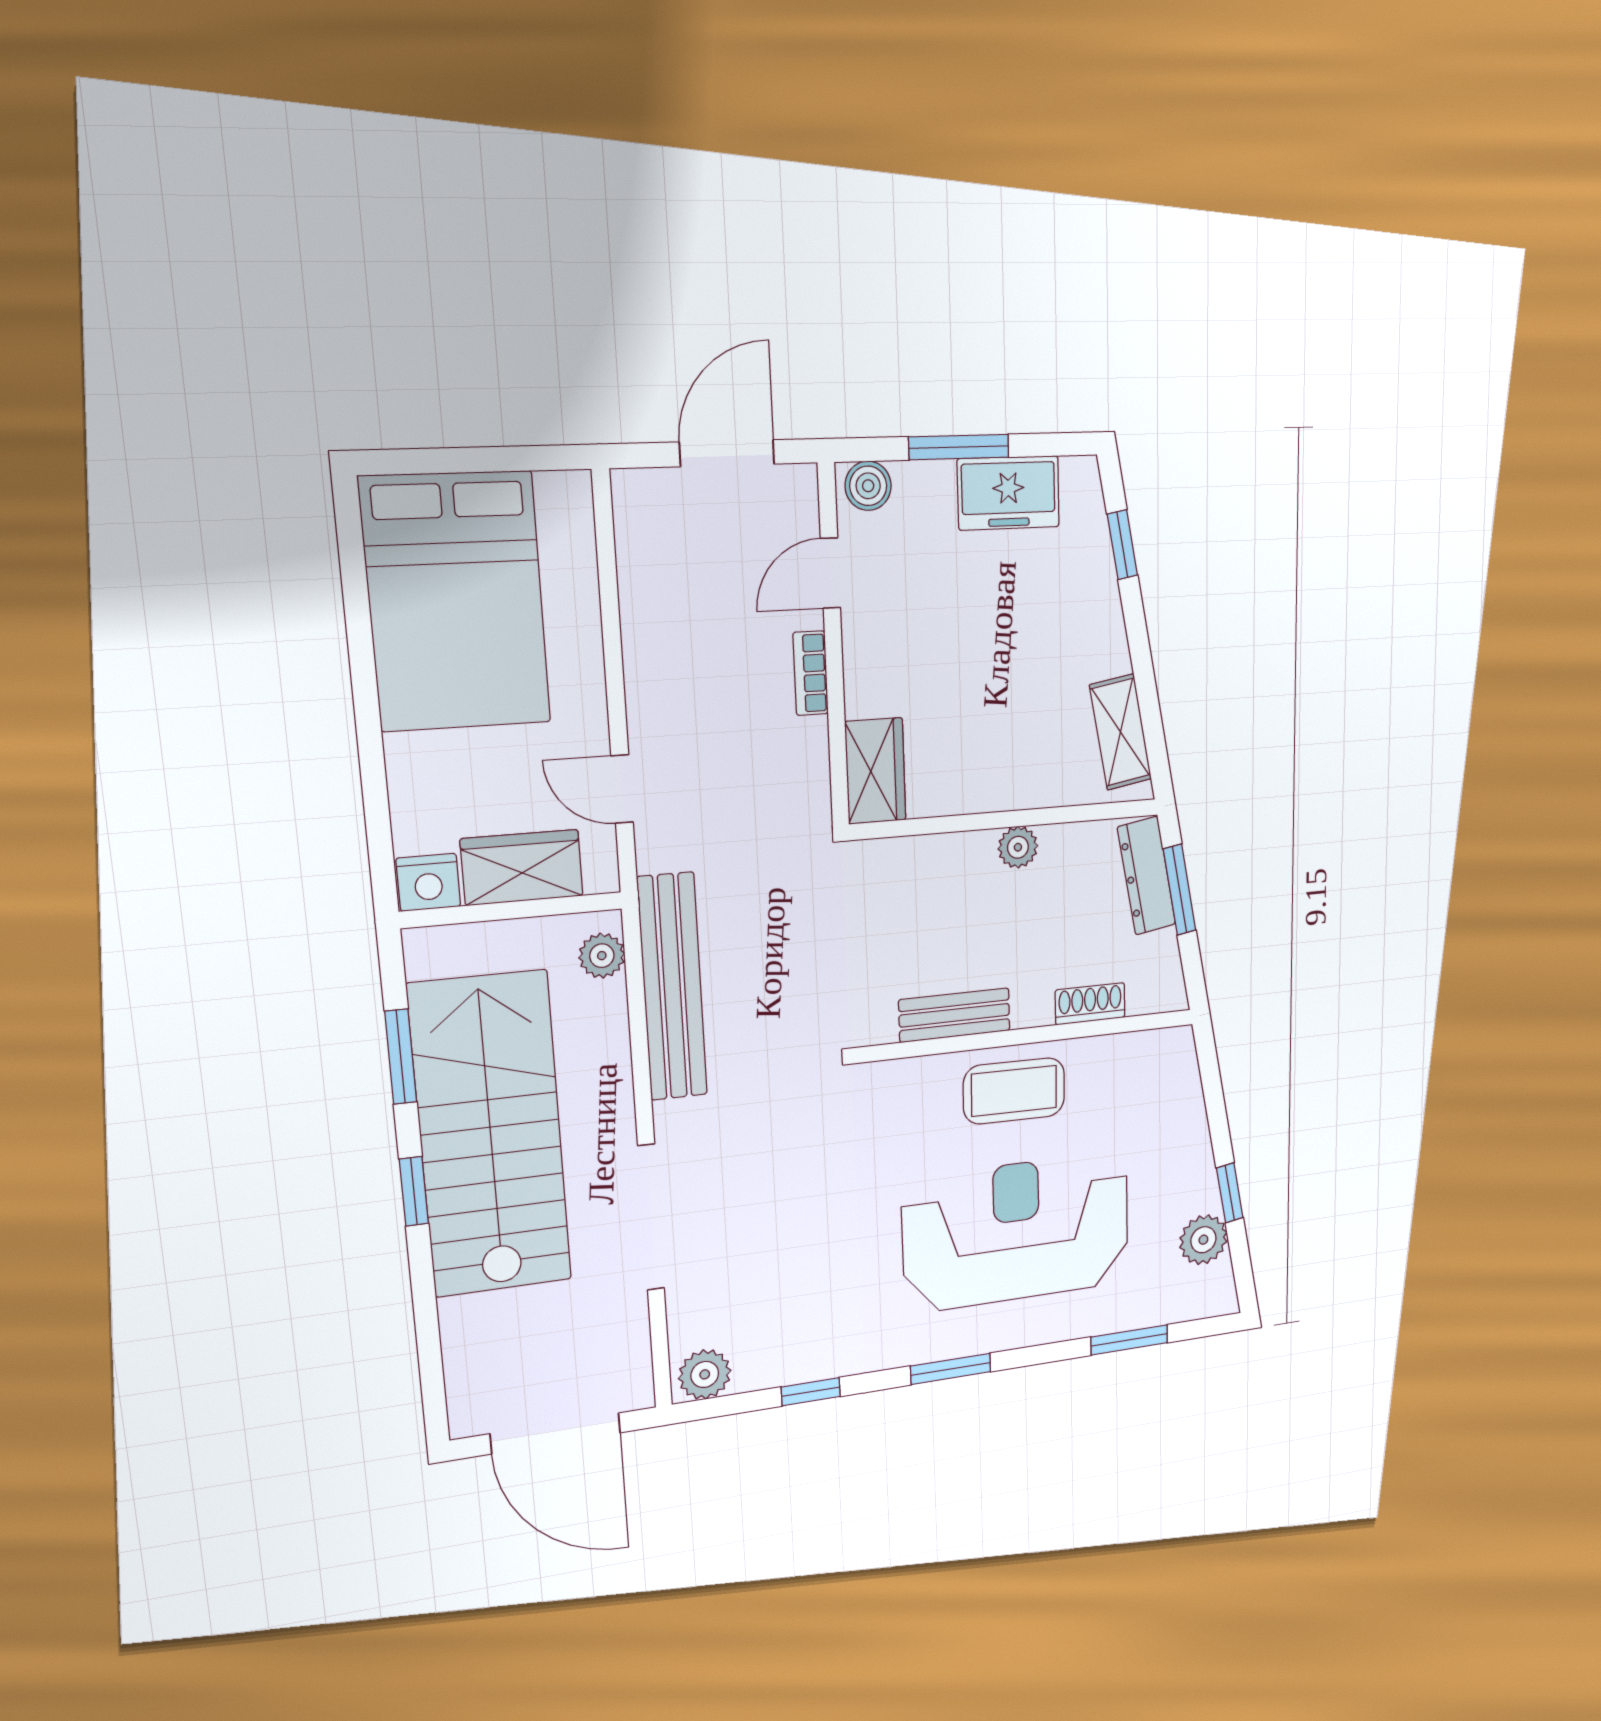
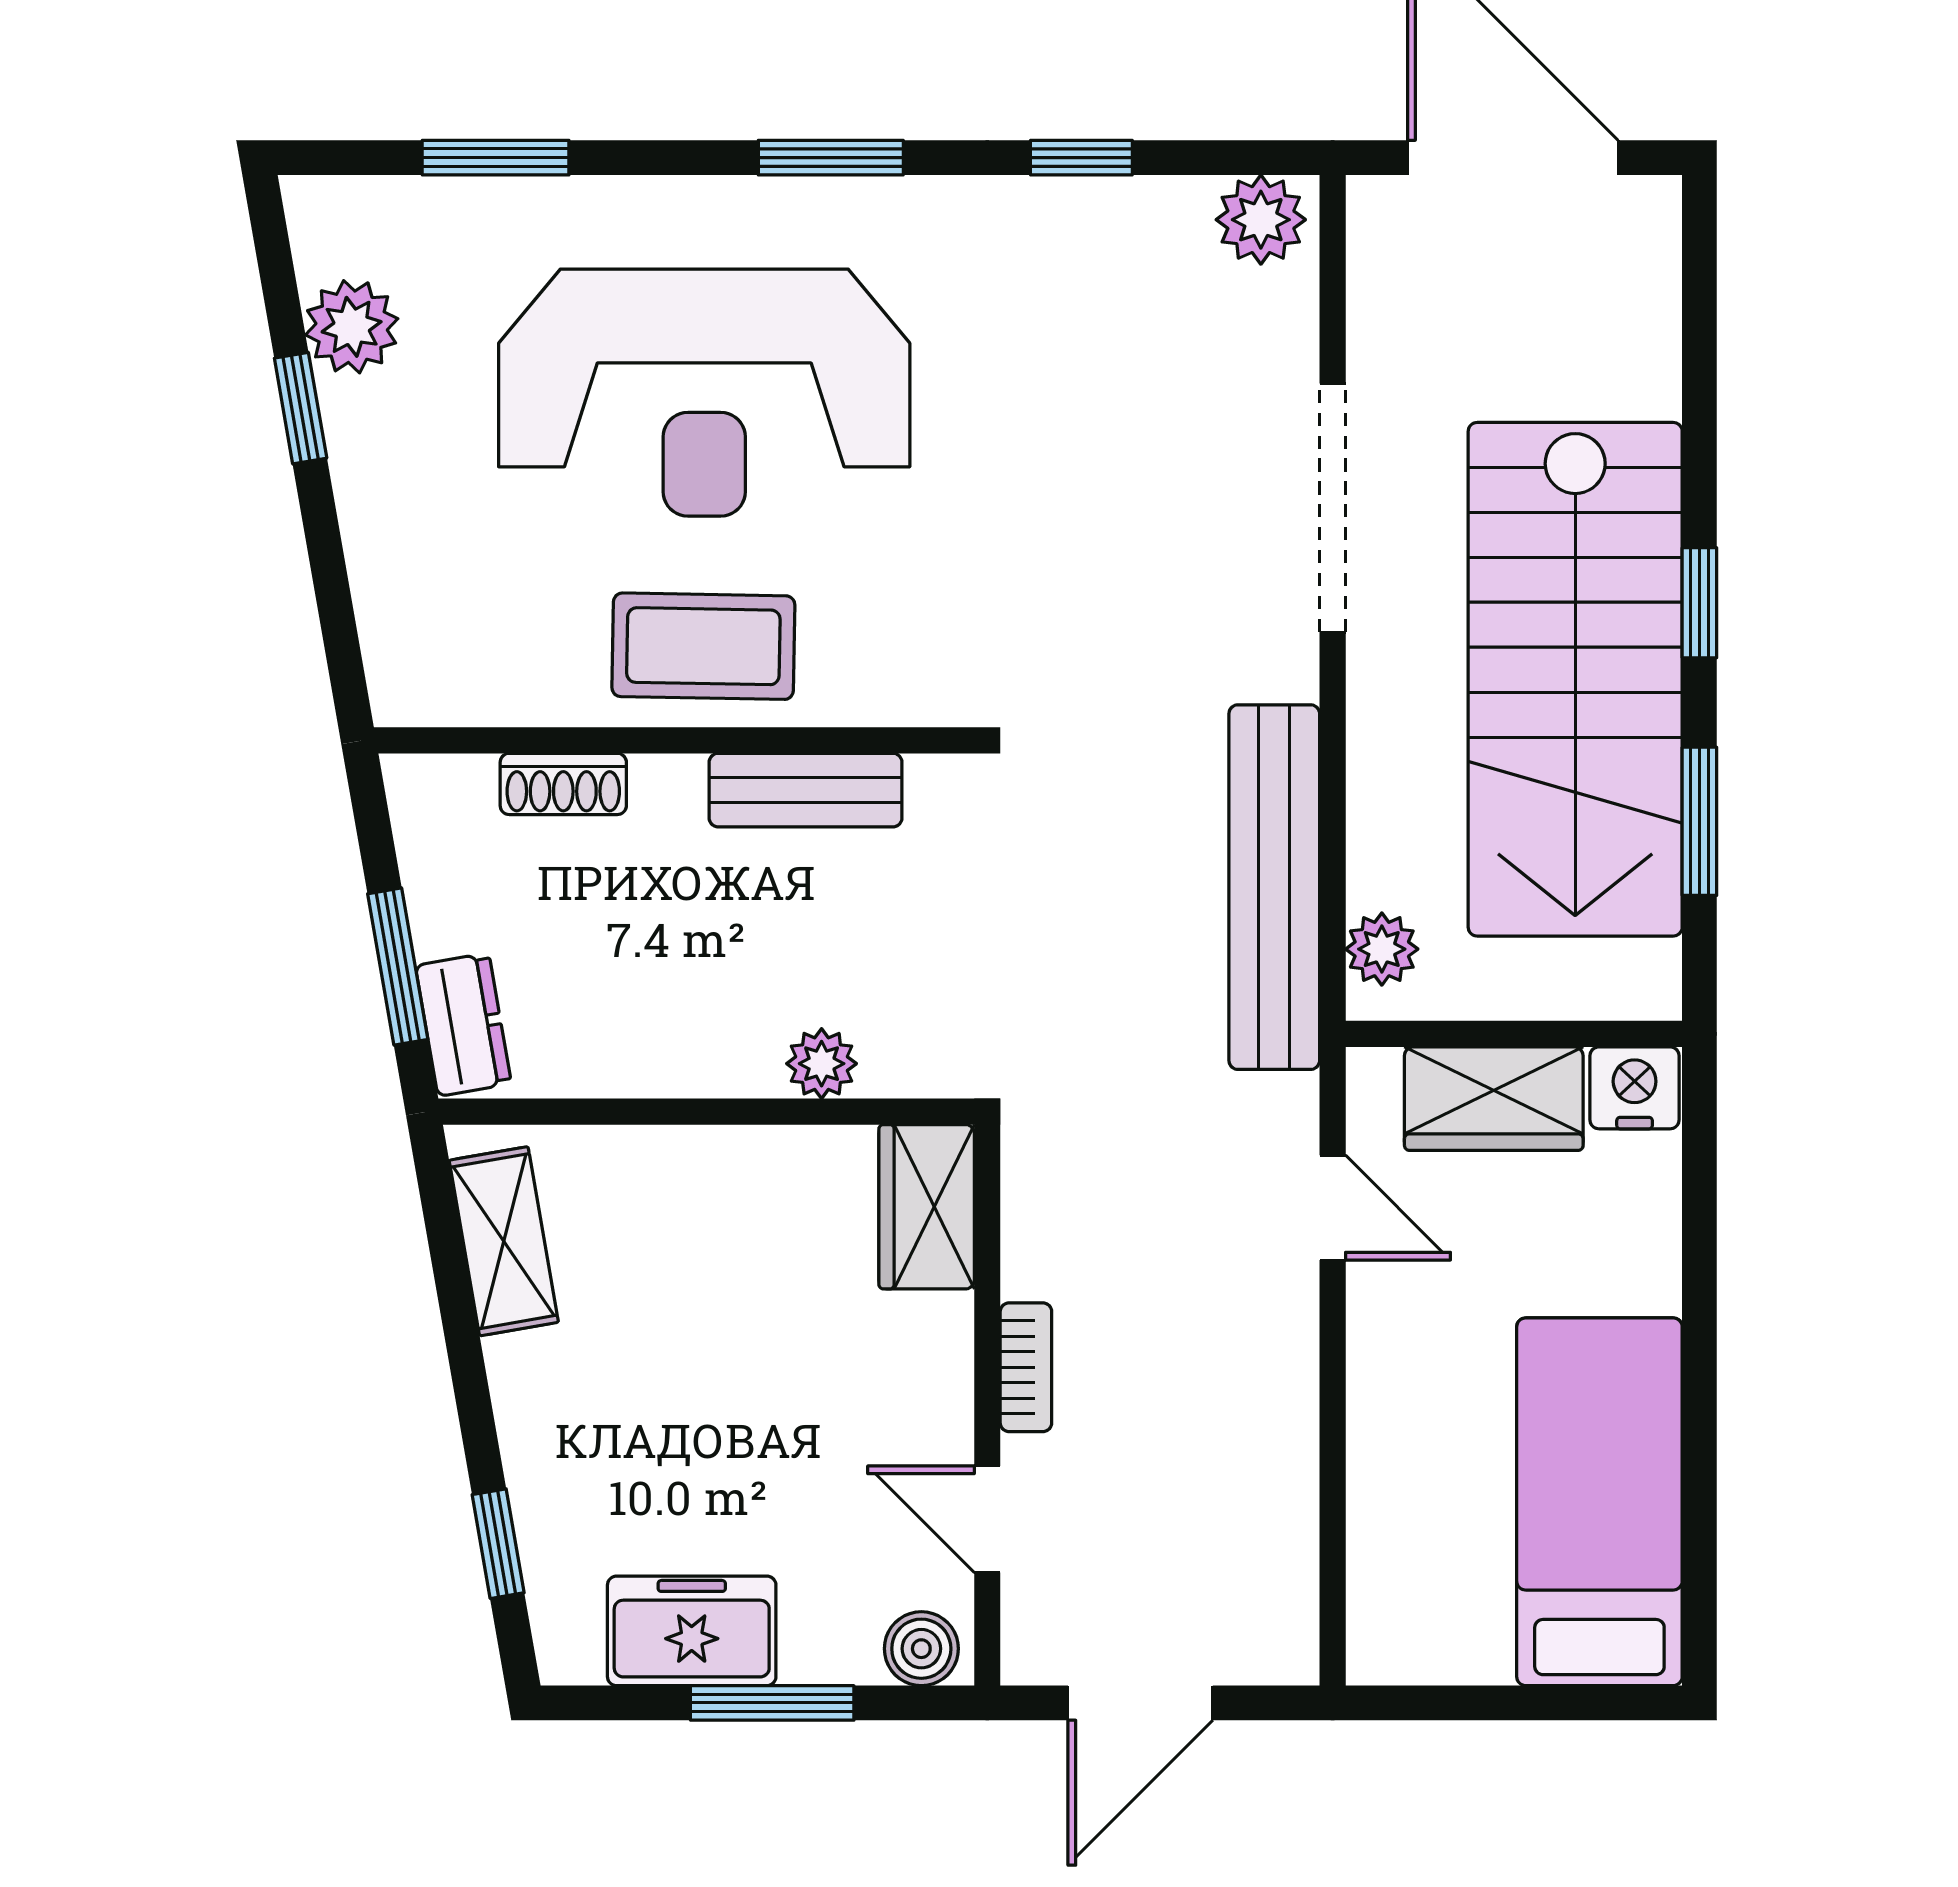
door: (830, 573) -> (987, 1519), swing flipped
bed: (456, 602) -> (1599, 1502), width x0.67
plant: (1018, 847) -> (822, 1064), moved
dresser: (1147, 876) -> (463, 1025), width x0.70

